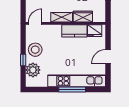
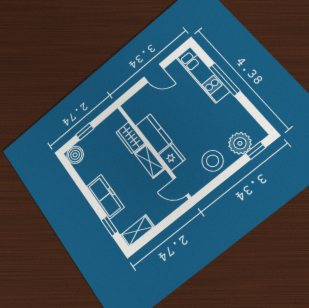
fridge: (95, 31) -> (172, 157), moved
window: (23, 60) -> (256, 151), moved
kitchen unit: (77, 81) -> (203, 75), width x0.73

